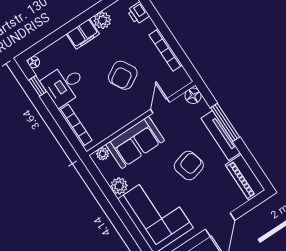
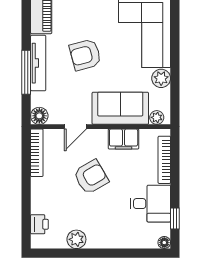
filing cabinet: (83, 34) -> (124, 139), moved, turned 180
bookcase: (166, 50) -> (37, 153), moved

